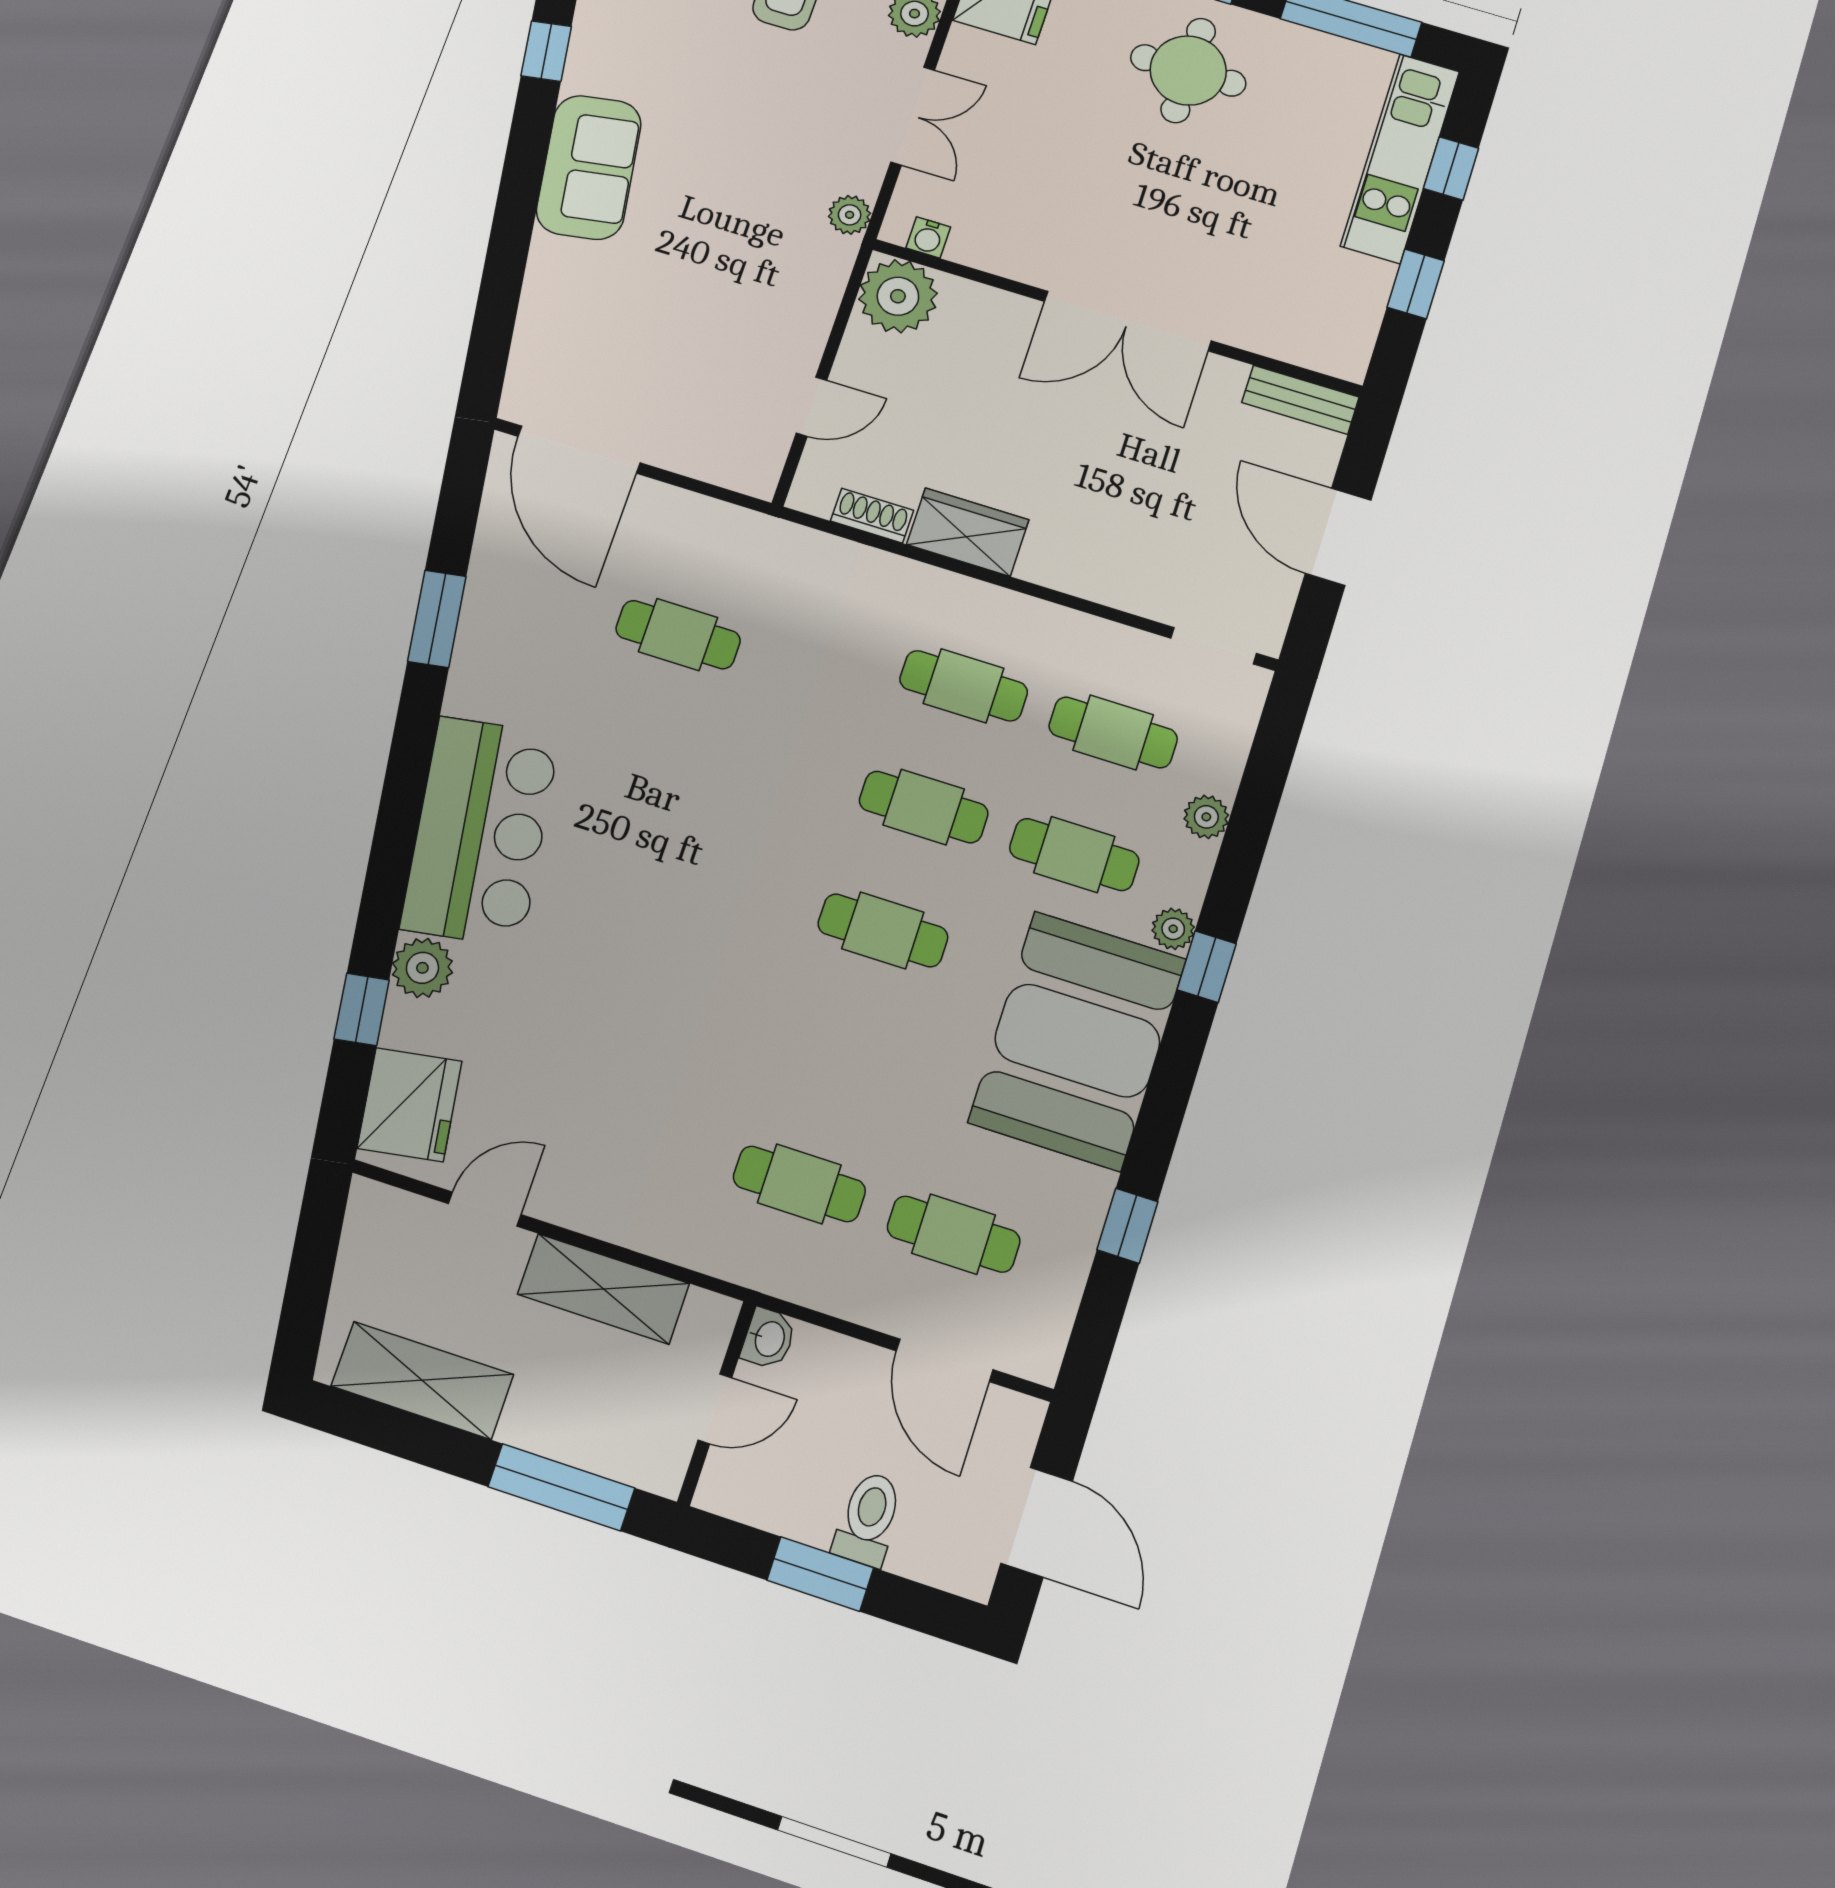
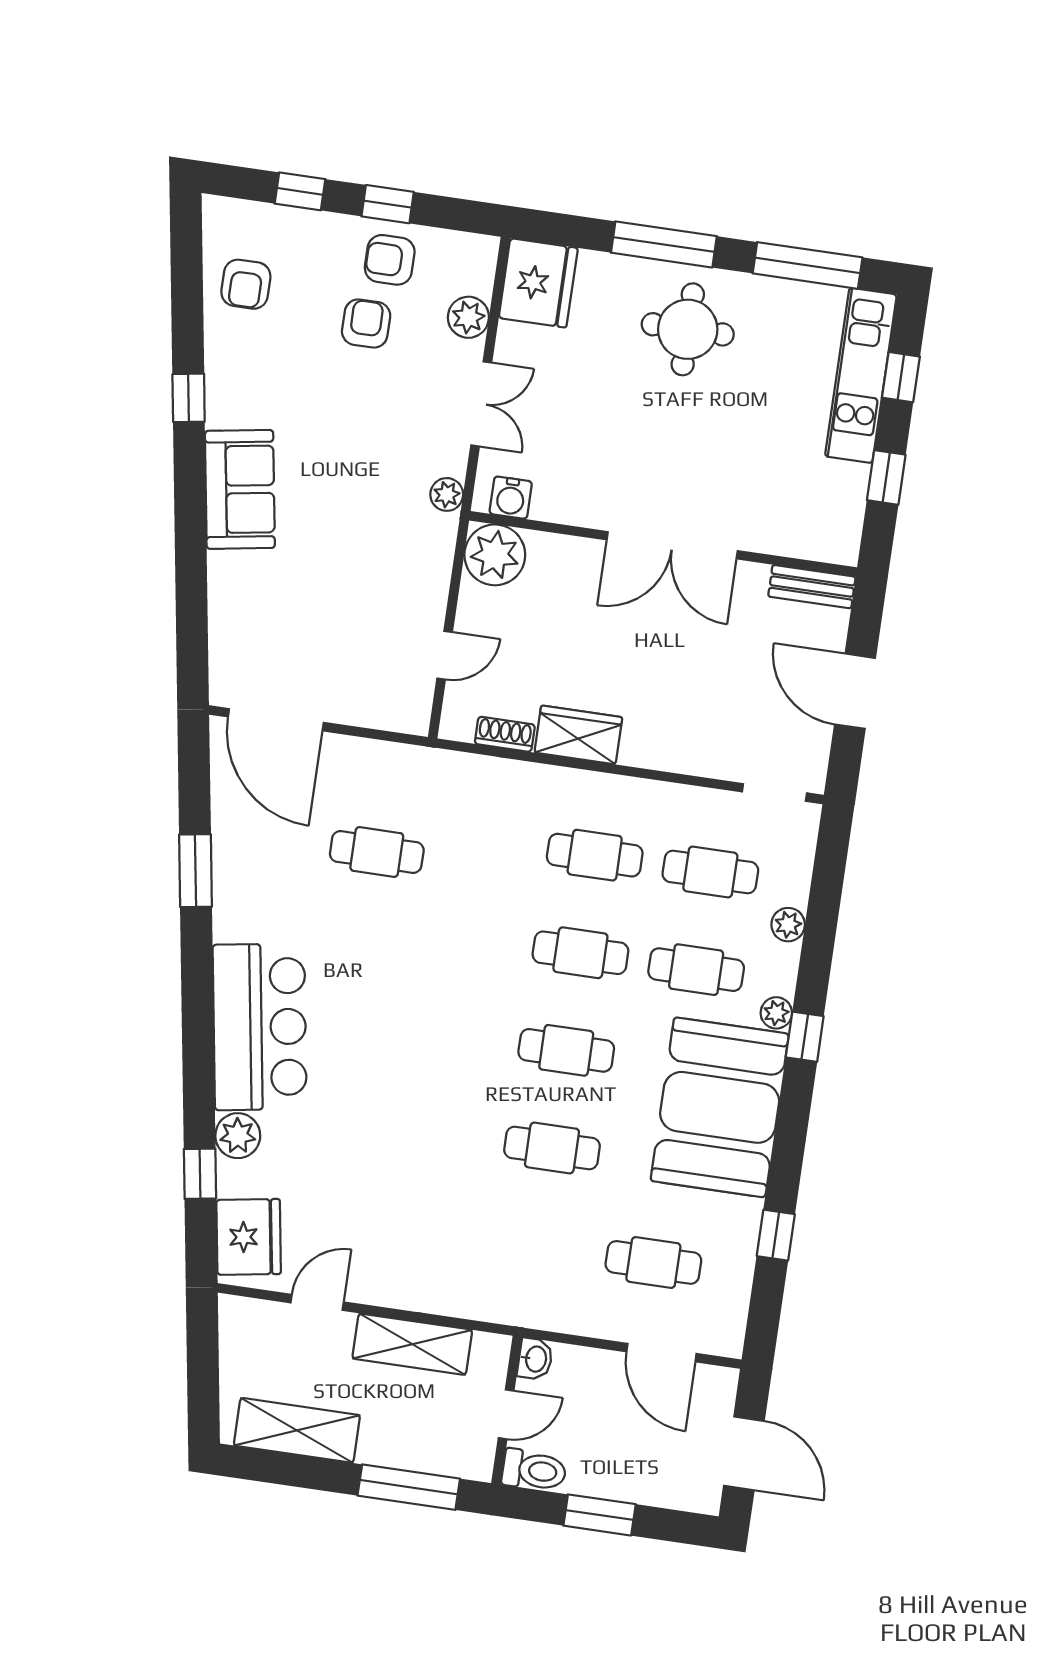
water cooler: (928, 237) -> (511, 498), width x1.38, depth x1.38
cafe table: (799, 1184) -> (552, 1148), moved
toilet: (868, 1519) -> (534, 1470), moved, turned 90

